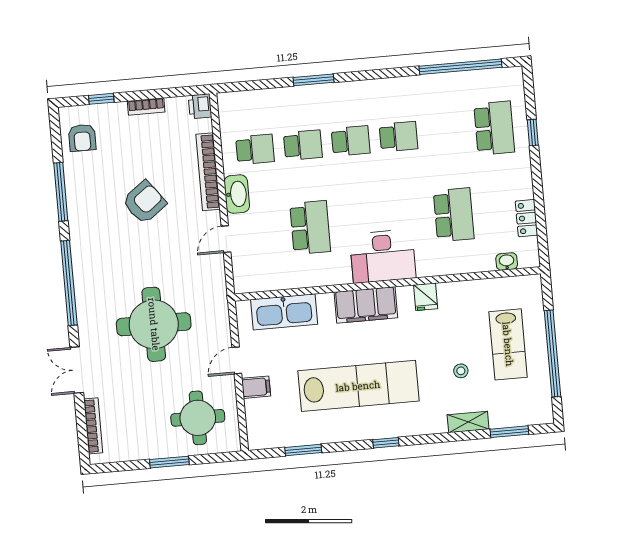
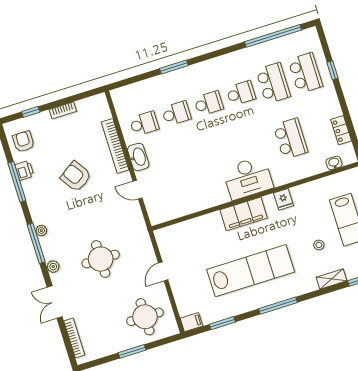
printer: (200, 106) -> (24, 170), moved, turned 180
armchair: (82, 138) -> (23, 142), turned 180
armchair: (144, 202) -> (76, 176), turned -87
school desk: (310, 228) -> (273, 83), moved
door: (226, 239) -> (138, 190), hinge flipped
plant: (80, 267) -> (41, 231), added
window: (69, 283) -> (36, 243), width x0.68
kitchen sink: (284, 312) -> (188, 231), removed
plant: (86, 320) -> (53, 267), added
round table: (154, 324) -> (101, 259), width x0.73, depth x0.73
filing cabinet: (256, 387) -> (191, 322), moved
window: (386, 443) -> (278, 306), width x2.17

